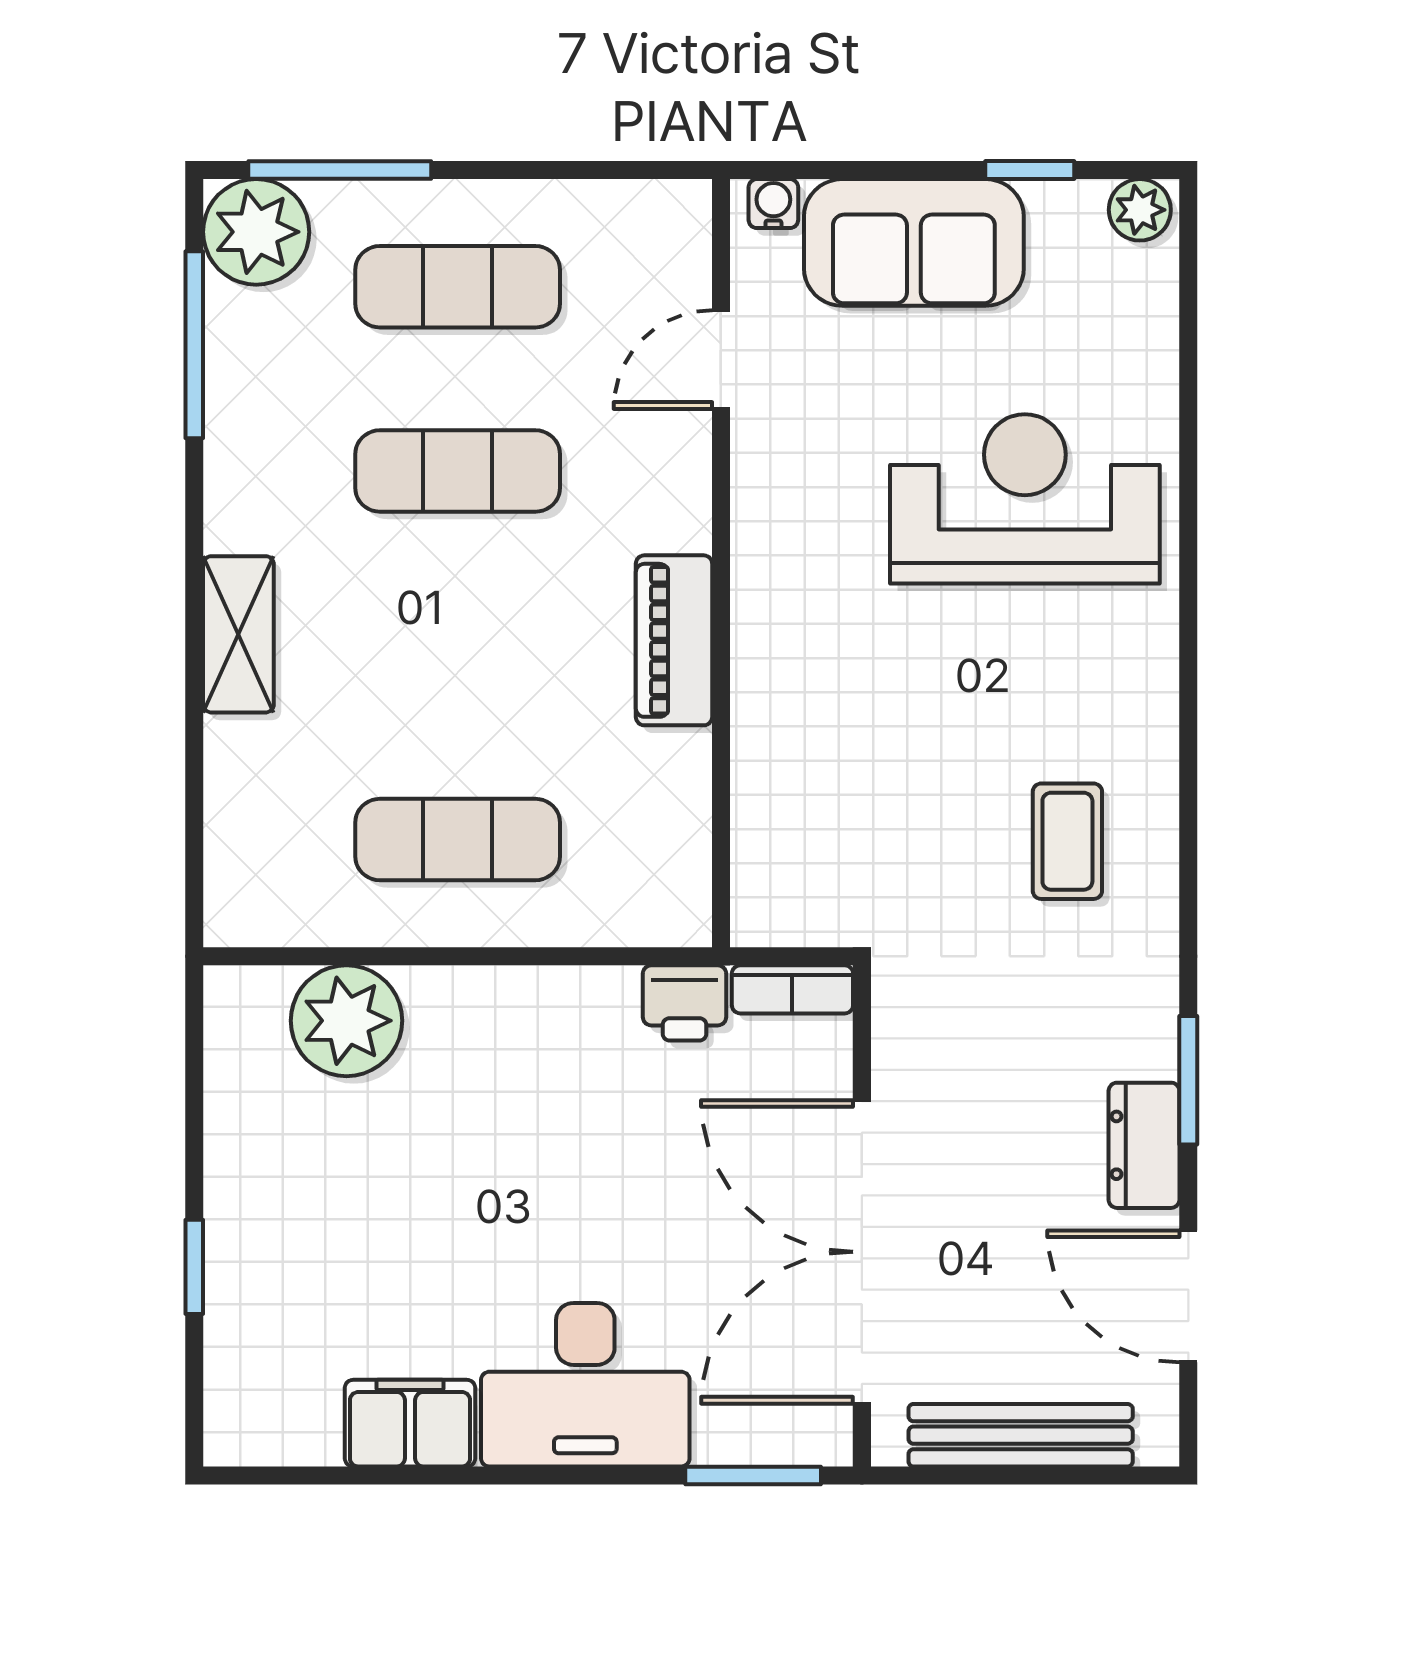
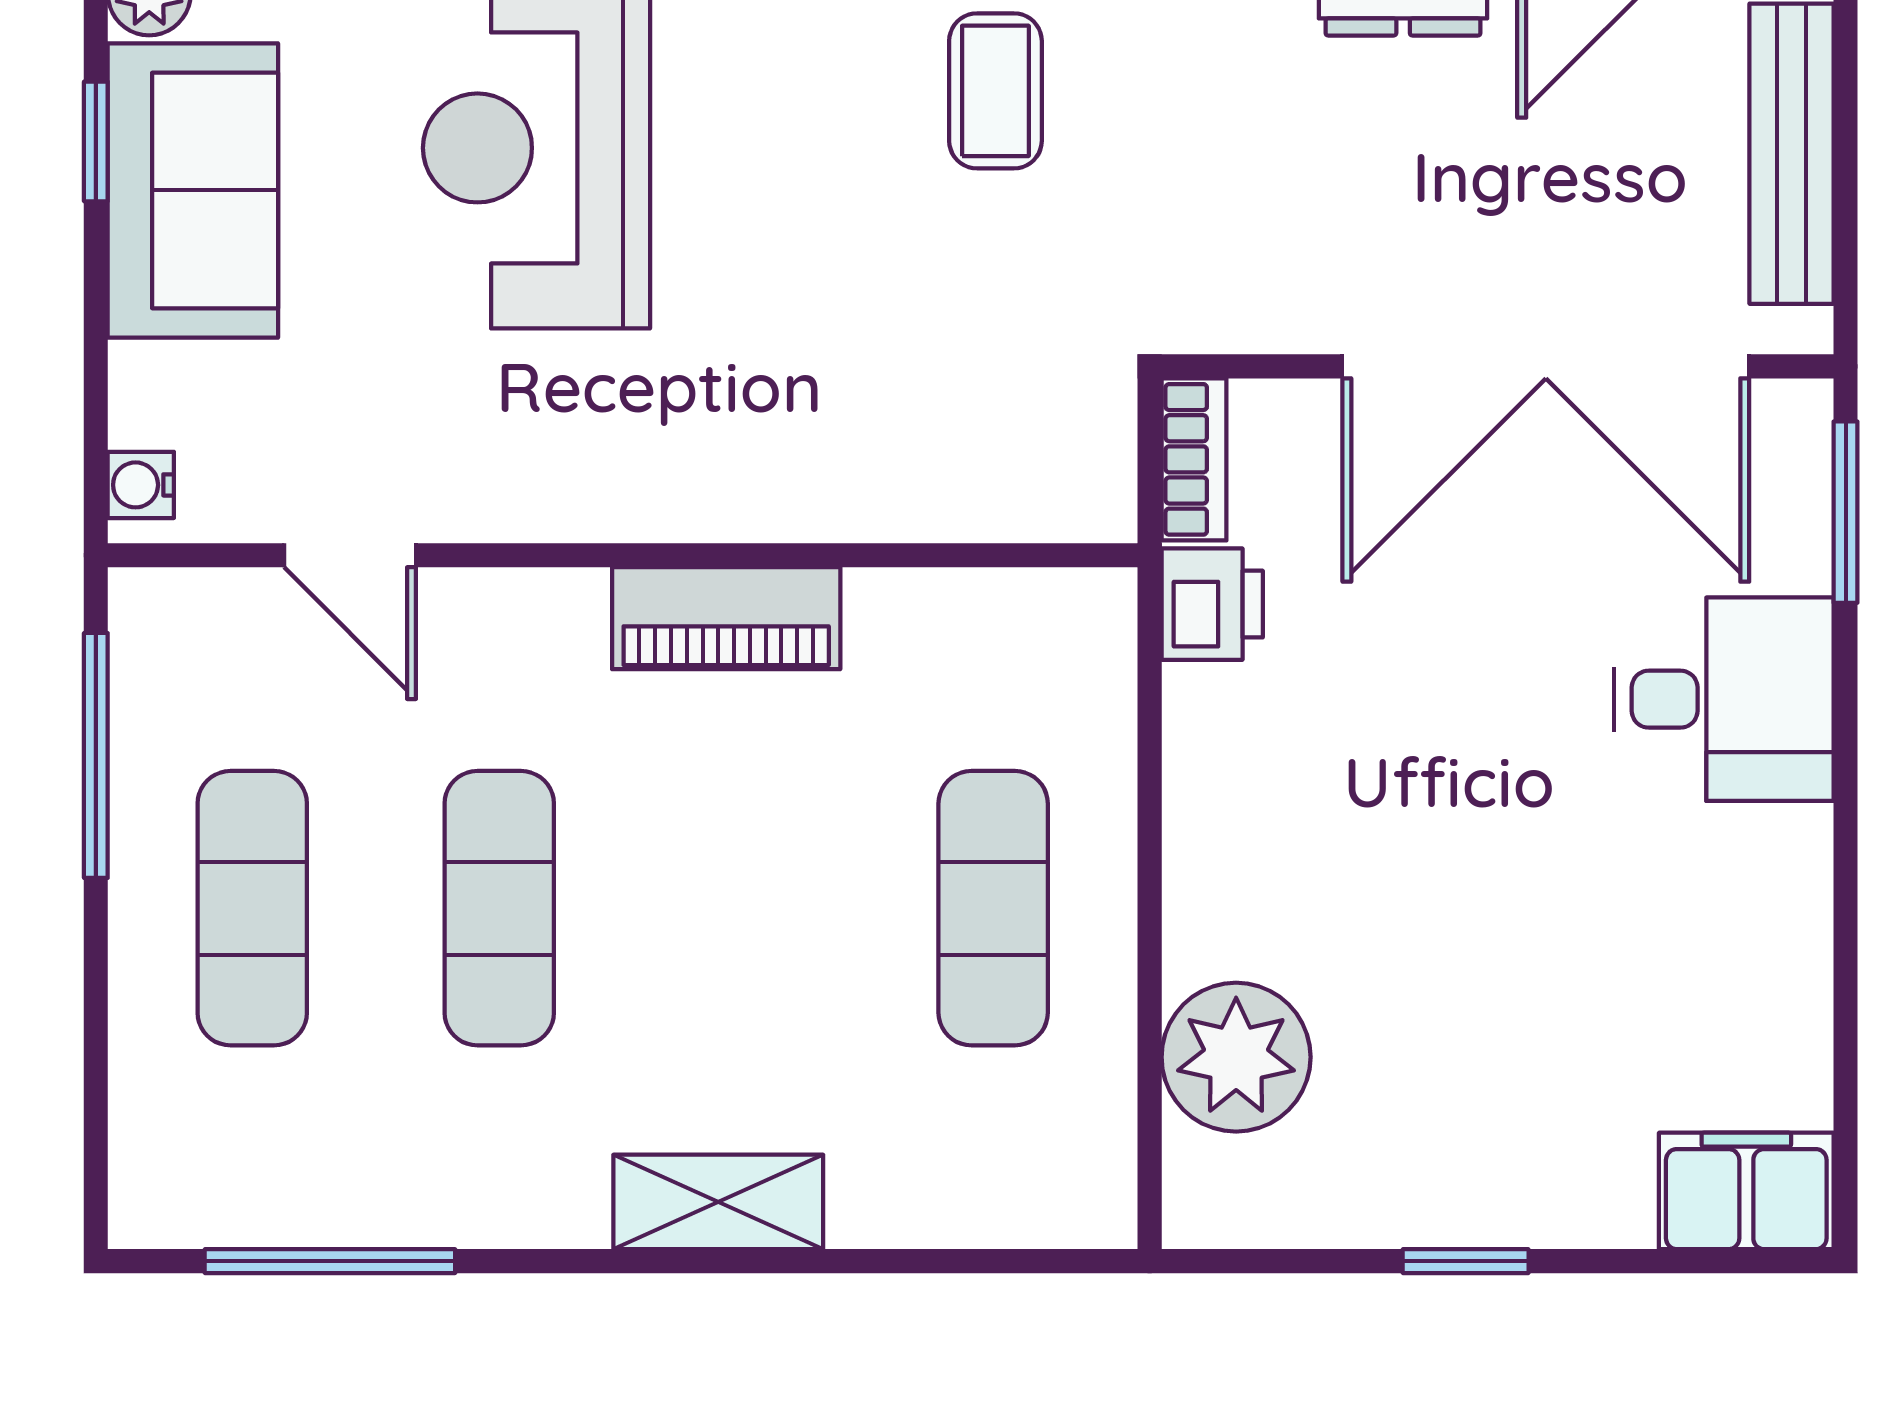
window: (340, 170) -> (96, 755), moved
plant: (256, 232) -> (179, 1178), removed
sofa: (914, 242) -> (193, 190), moved
coffee table: (1067, 841) -> (995, 91), turned 90
window: (194, 1267) -> (1466, 1261), moved
desk: (585, 1385) -> (1724, 699), width x0.73
filing cabinet: (410, 1423) -> (1746, 1191), moved, turned 90

